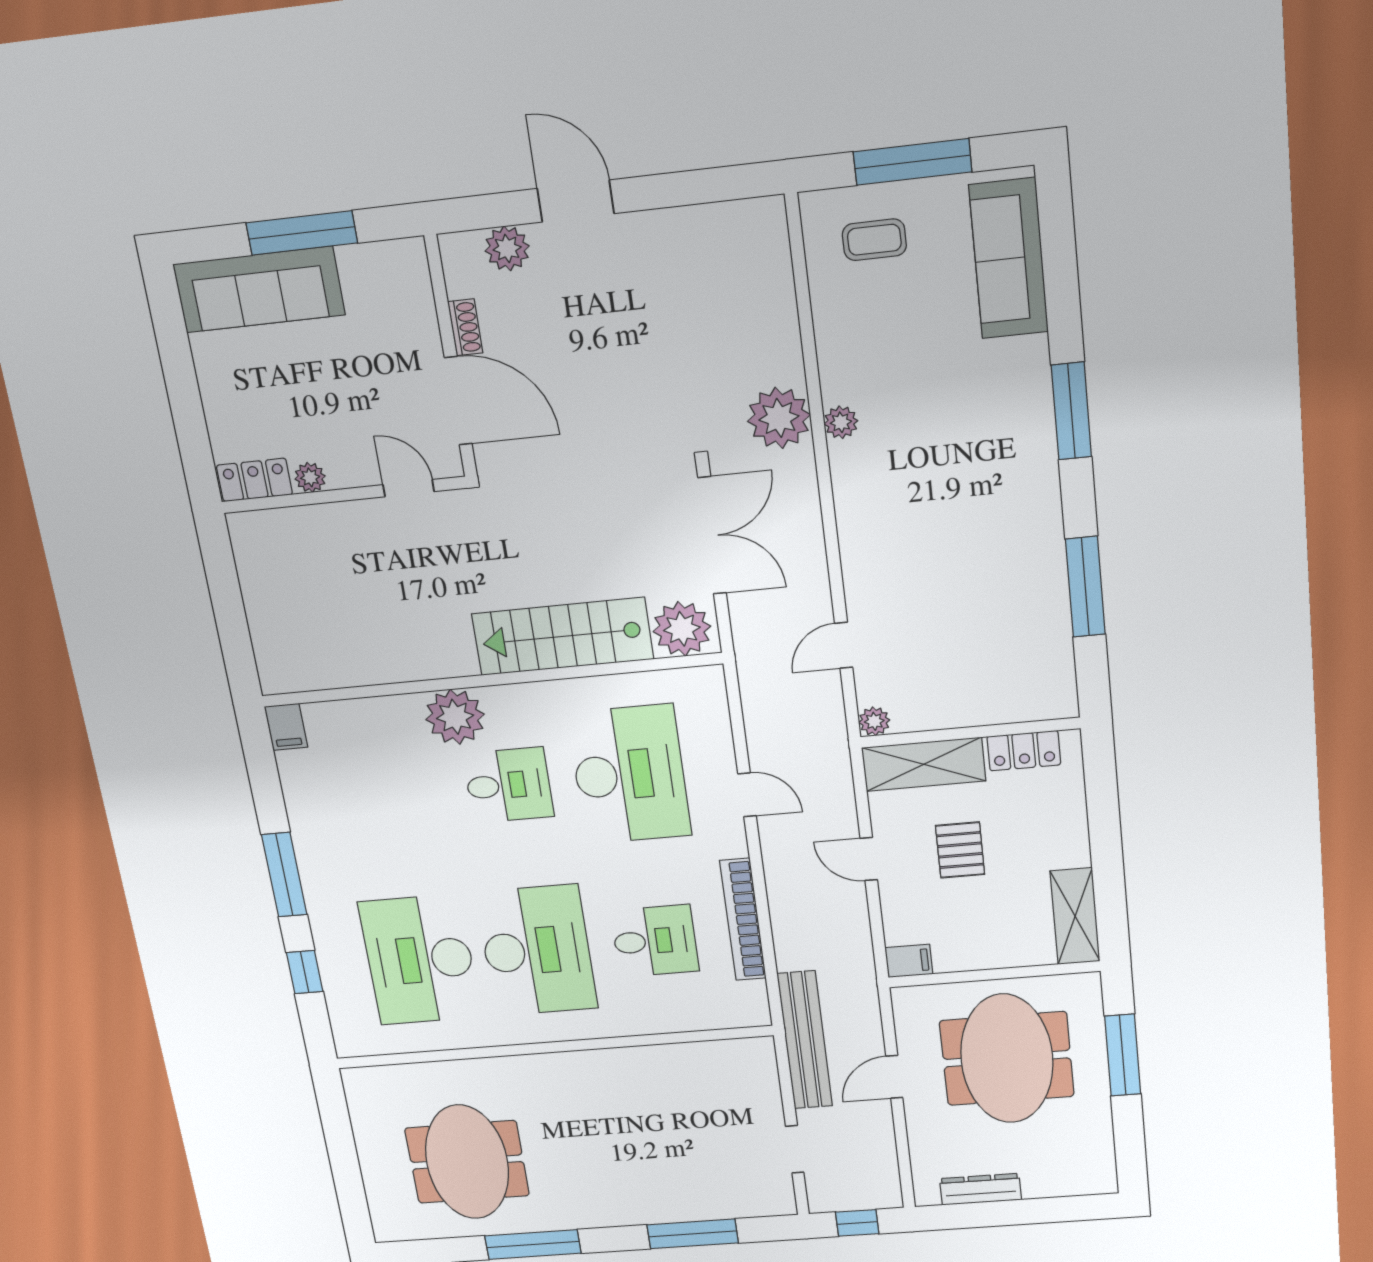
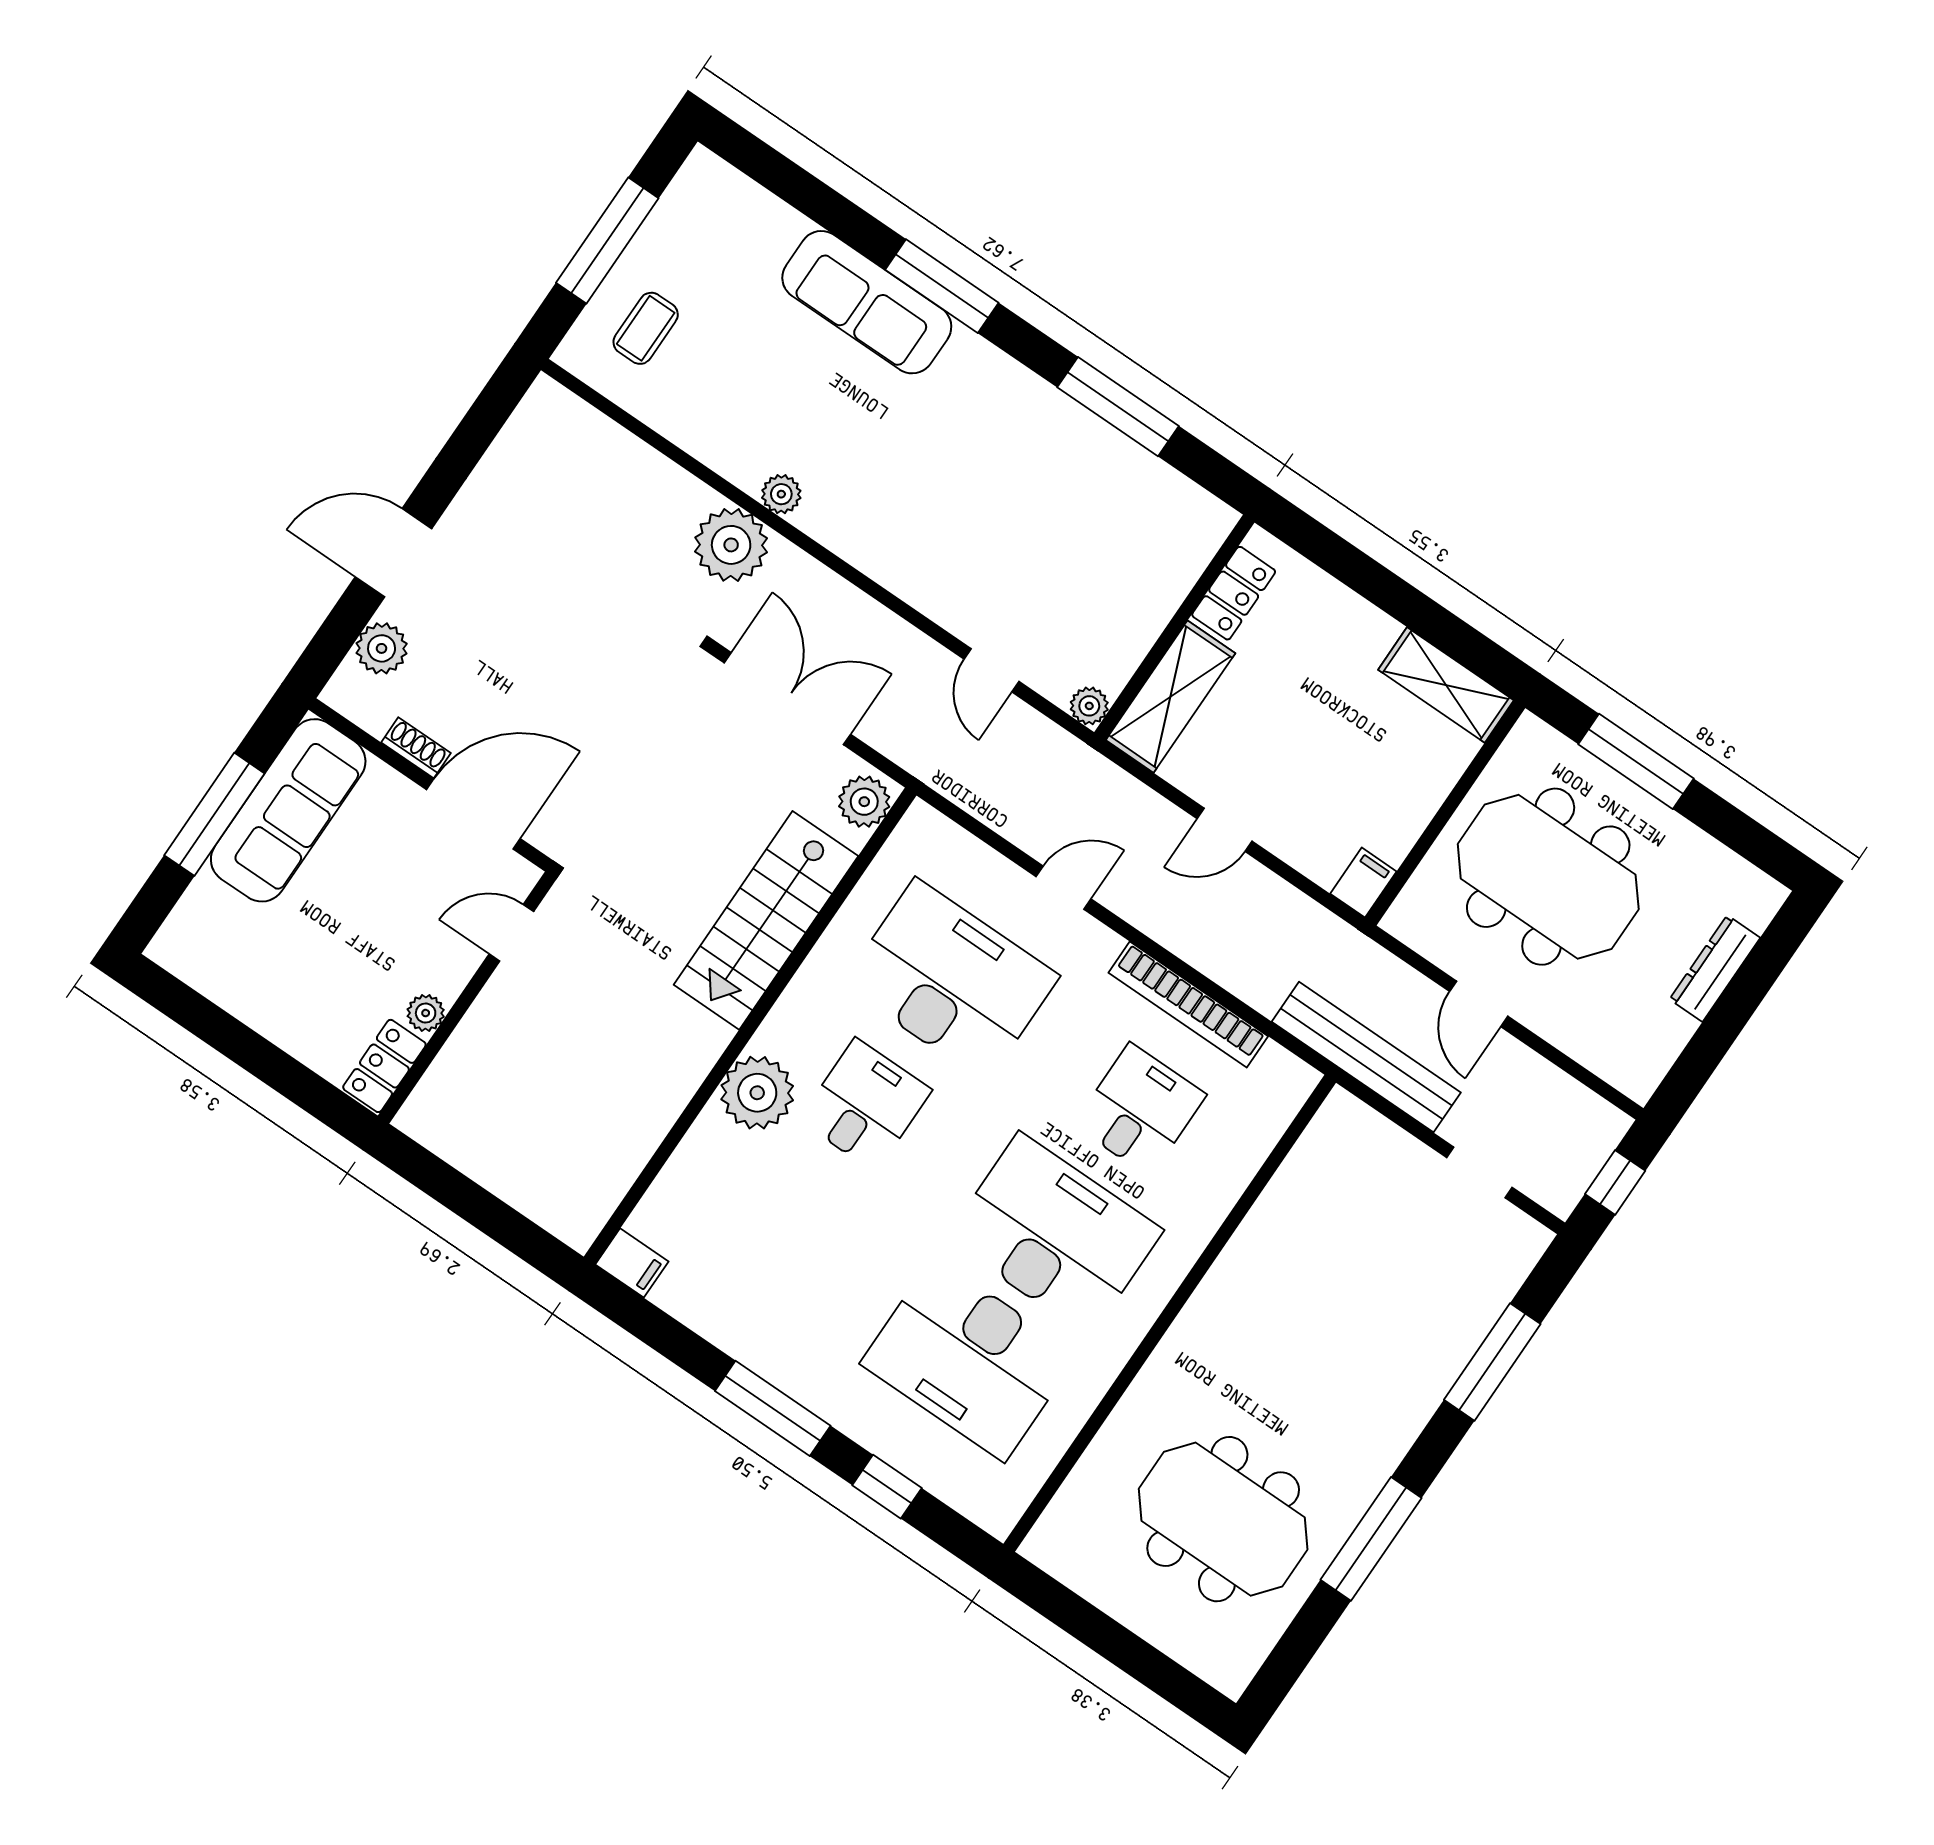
sofa: (1009, 259) -> (867, 302), moved
sofa: (259, 290) -> (288, 810), moved
plant: (682, 629) -> (864, 802), width x0.73, depth x0.73
pallet: (960, 850) -> (1286, 736), removed
dresser: (980, 1189) -> (1715, 969), moved

